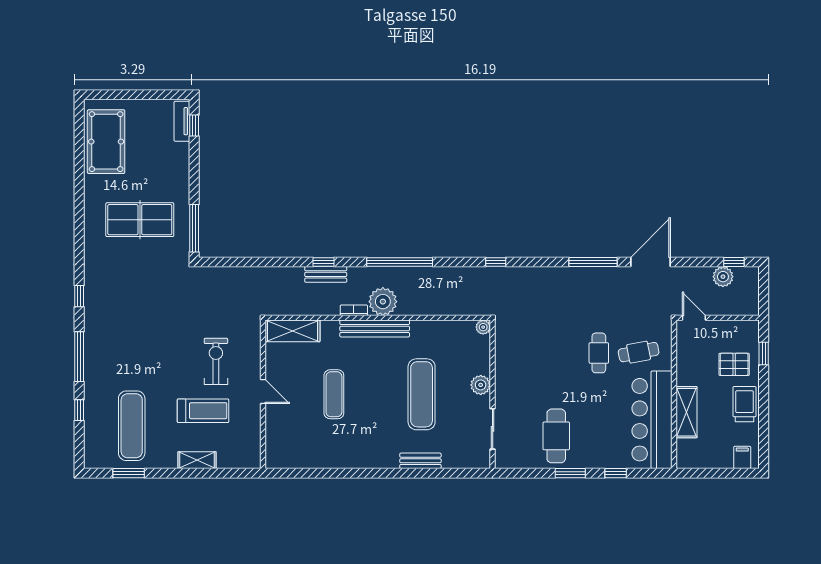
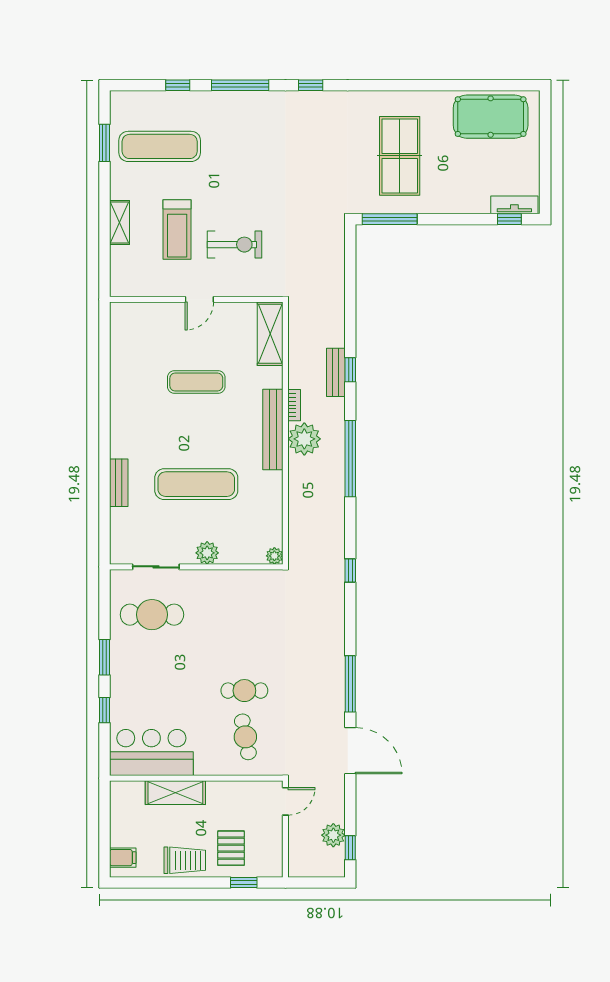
bar counter: (652, 420) -> (151, 753), width x0.73
cafe table: (556, 436) -> (152, 615), moved

